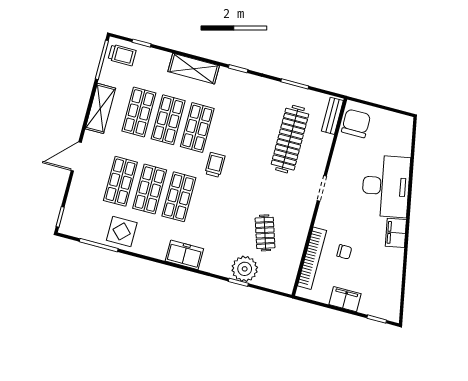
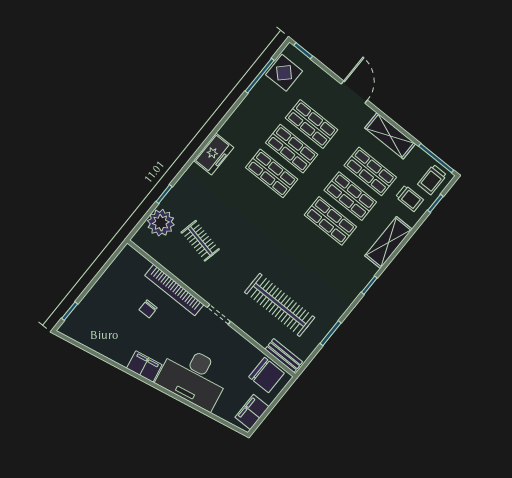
trolley: (215, 165) -> (410, 198), moved
display table: (122, 231) -> (284, 73), moved
clothes rail: (265, 233) -> (200, 241), turned 30
bookcase: (312, 258) -> (174, 290), moved
plant: (245, 269) -> (161, 223), moved
filing cabinet: (345, 299) -> (252, 412), moved, turned 180

